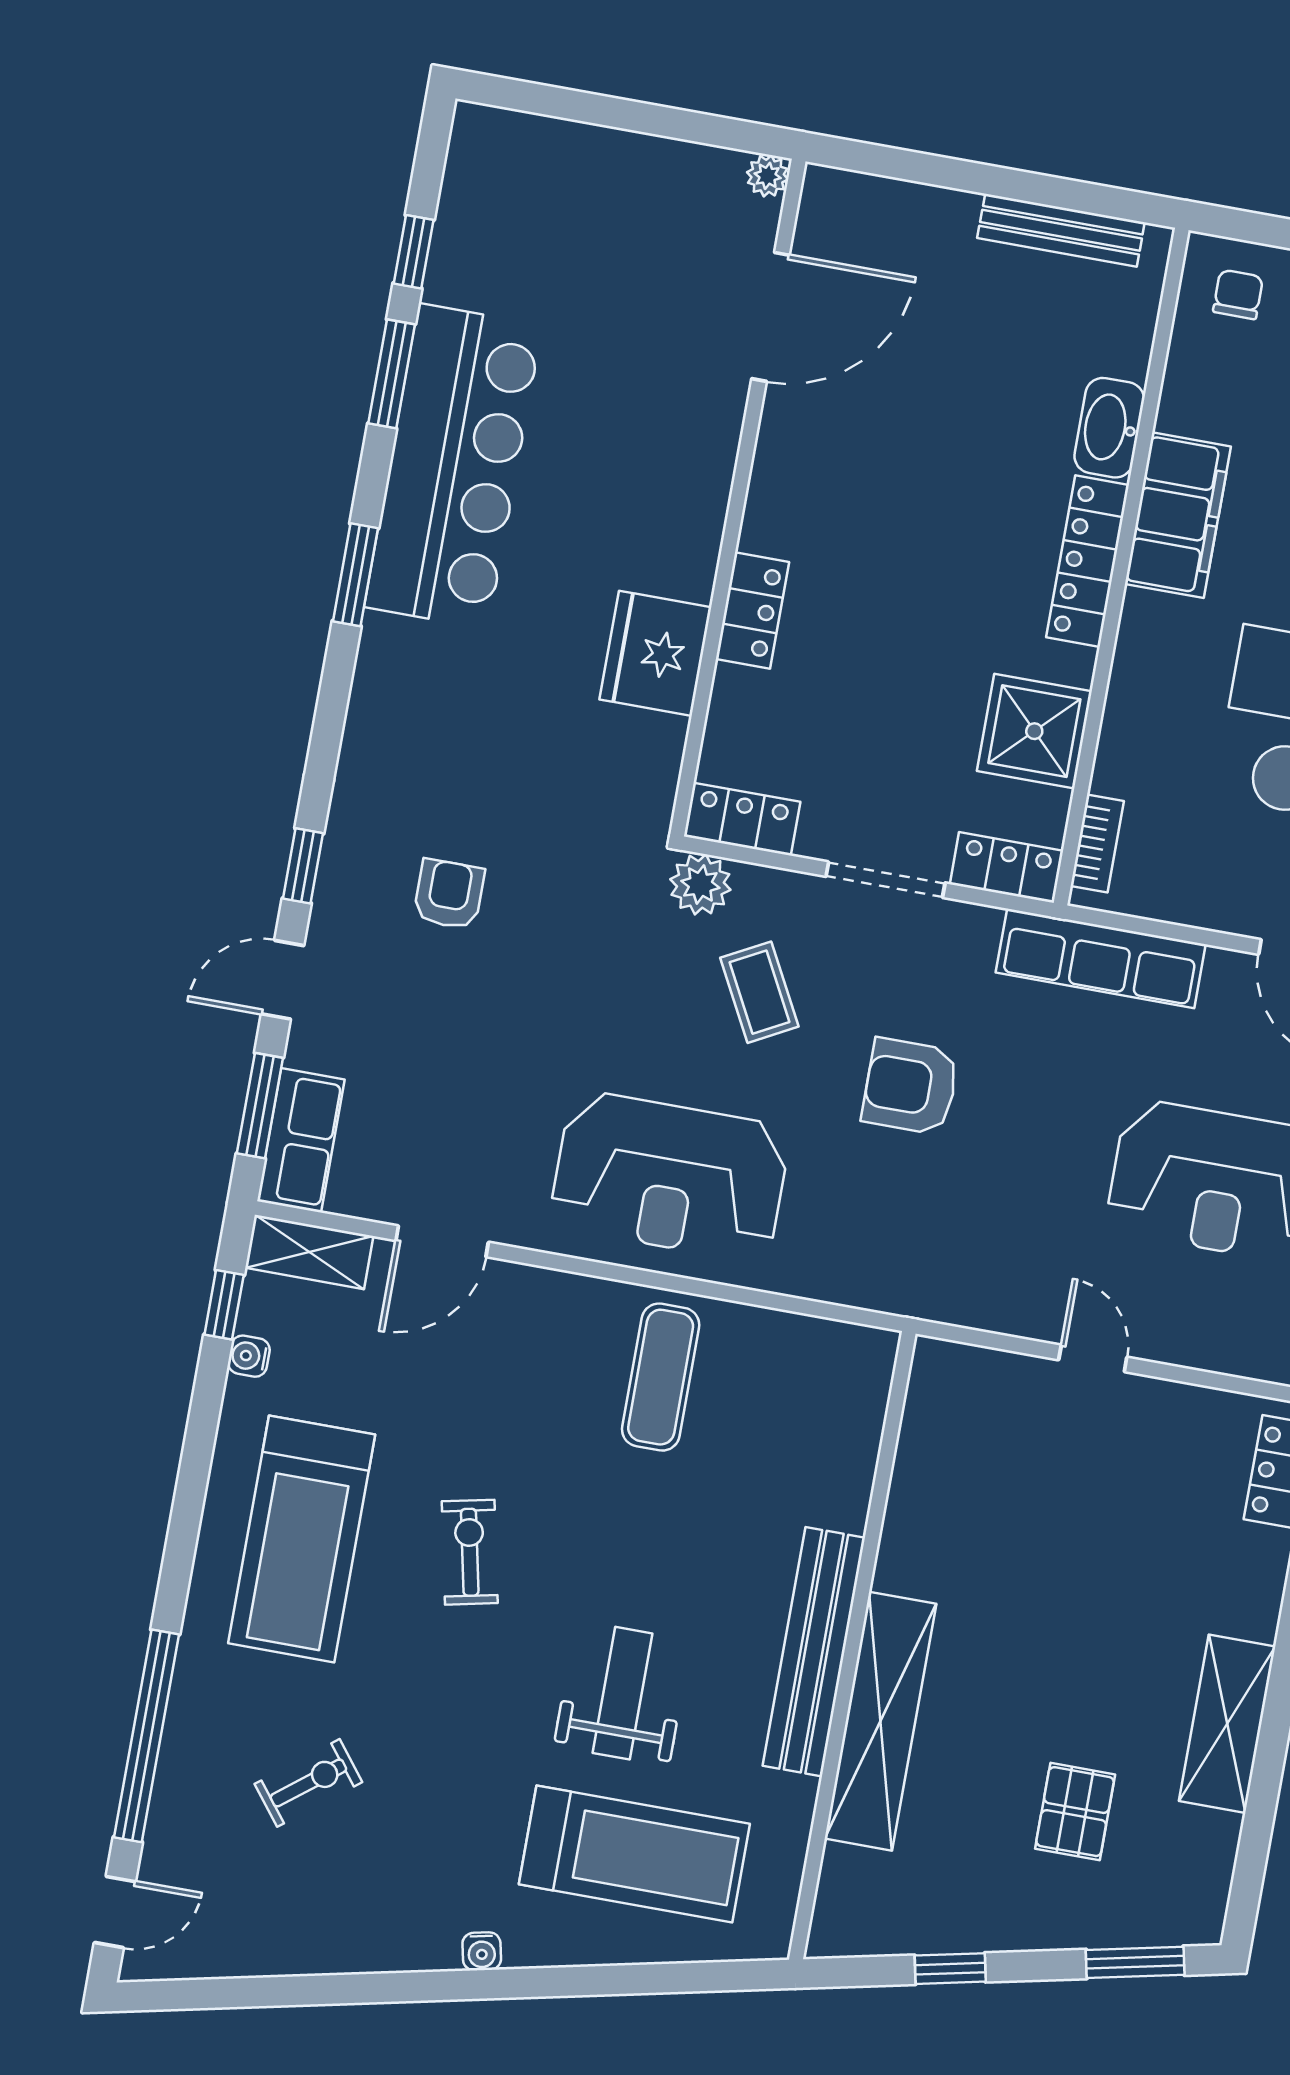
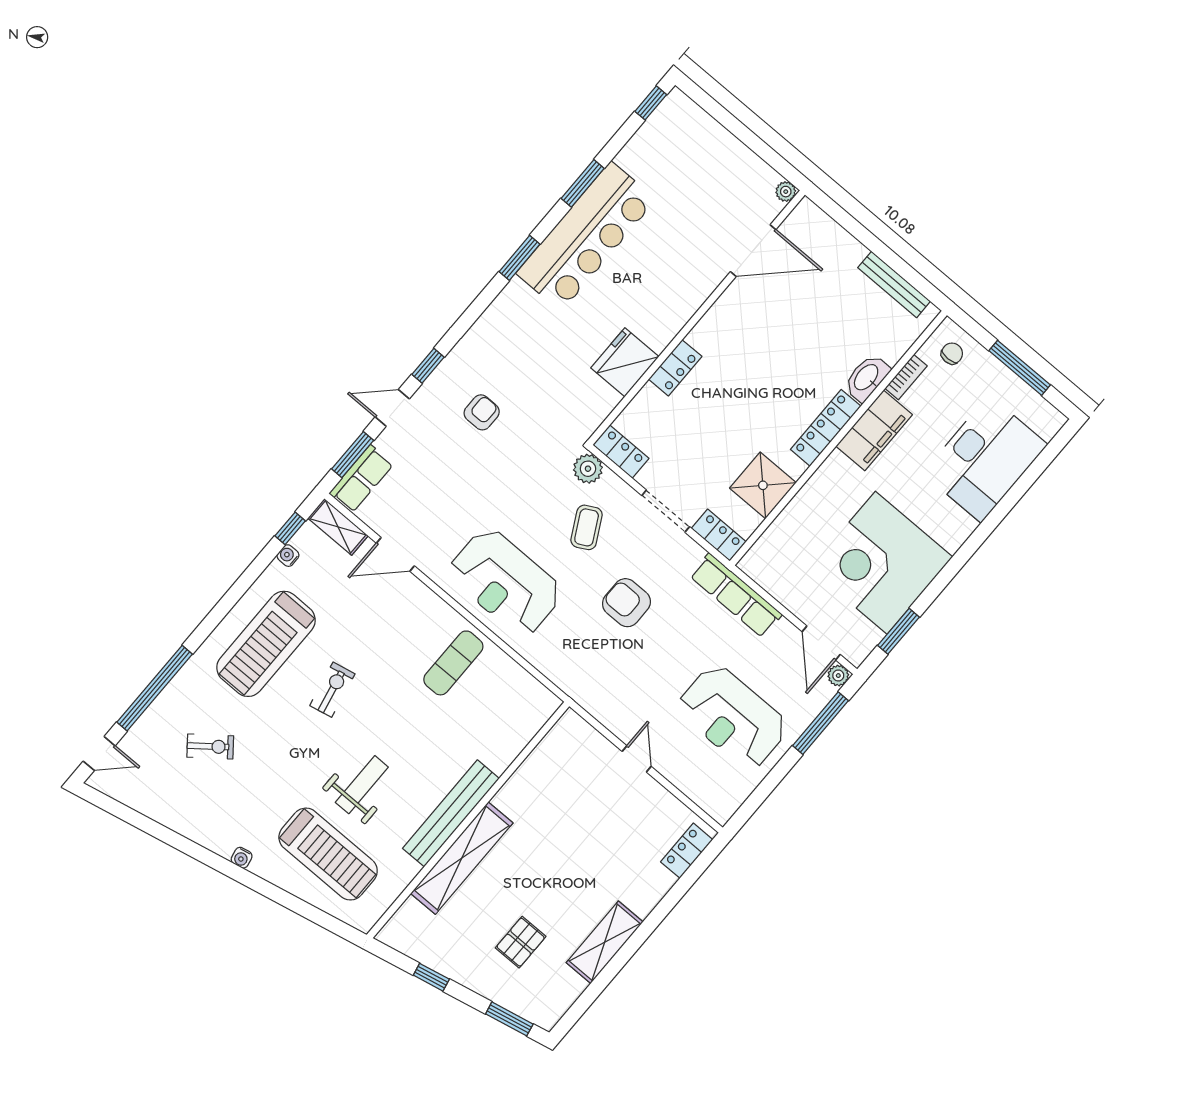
window: (414, 252) -> (651, 103), moved
bookcase: (1097, 843) -> (906, 377), moved

